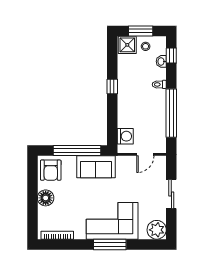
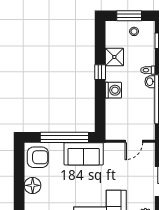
shower: (127, 45) -> (114, 57), moved
washbasin: (161, 61) -> (150, 82), moved
washing machine: (125, 136) -> (113, 90), moved
armchair: (51, 170) -> (38, 157), turned -90

